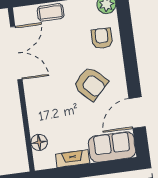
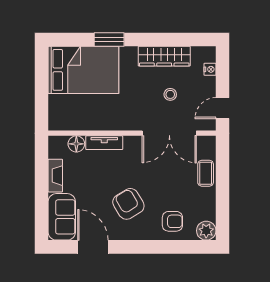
armchair: (91, 84) -> (128, 204), turned 104
tv unit: (34, 115) -> (104, 143), added

